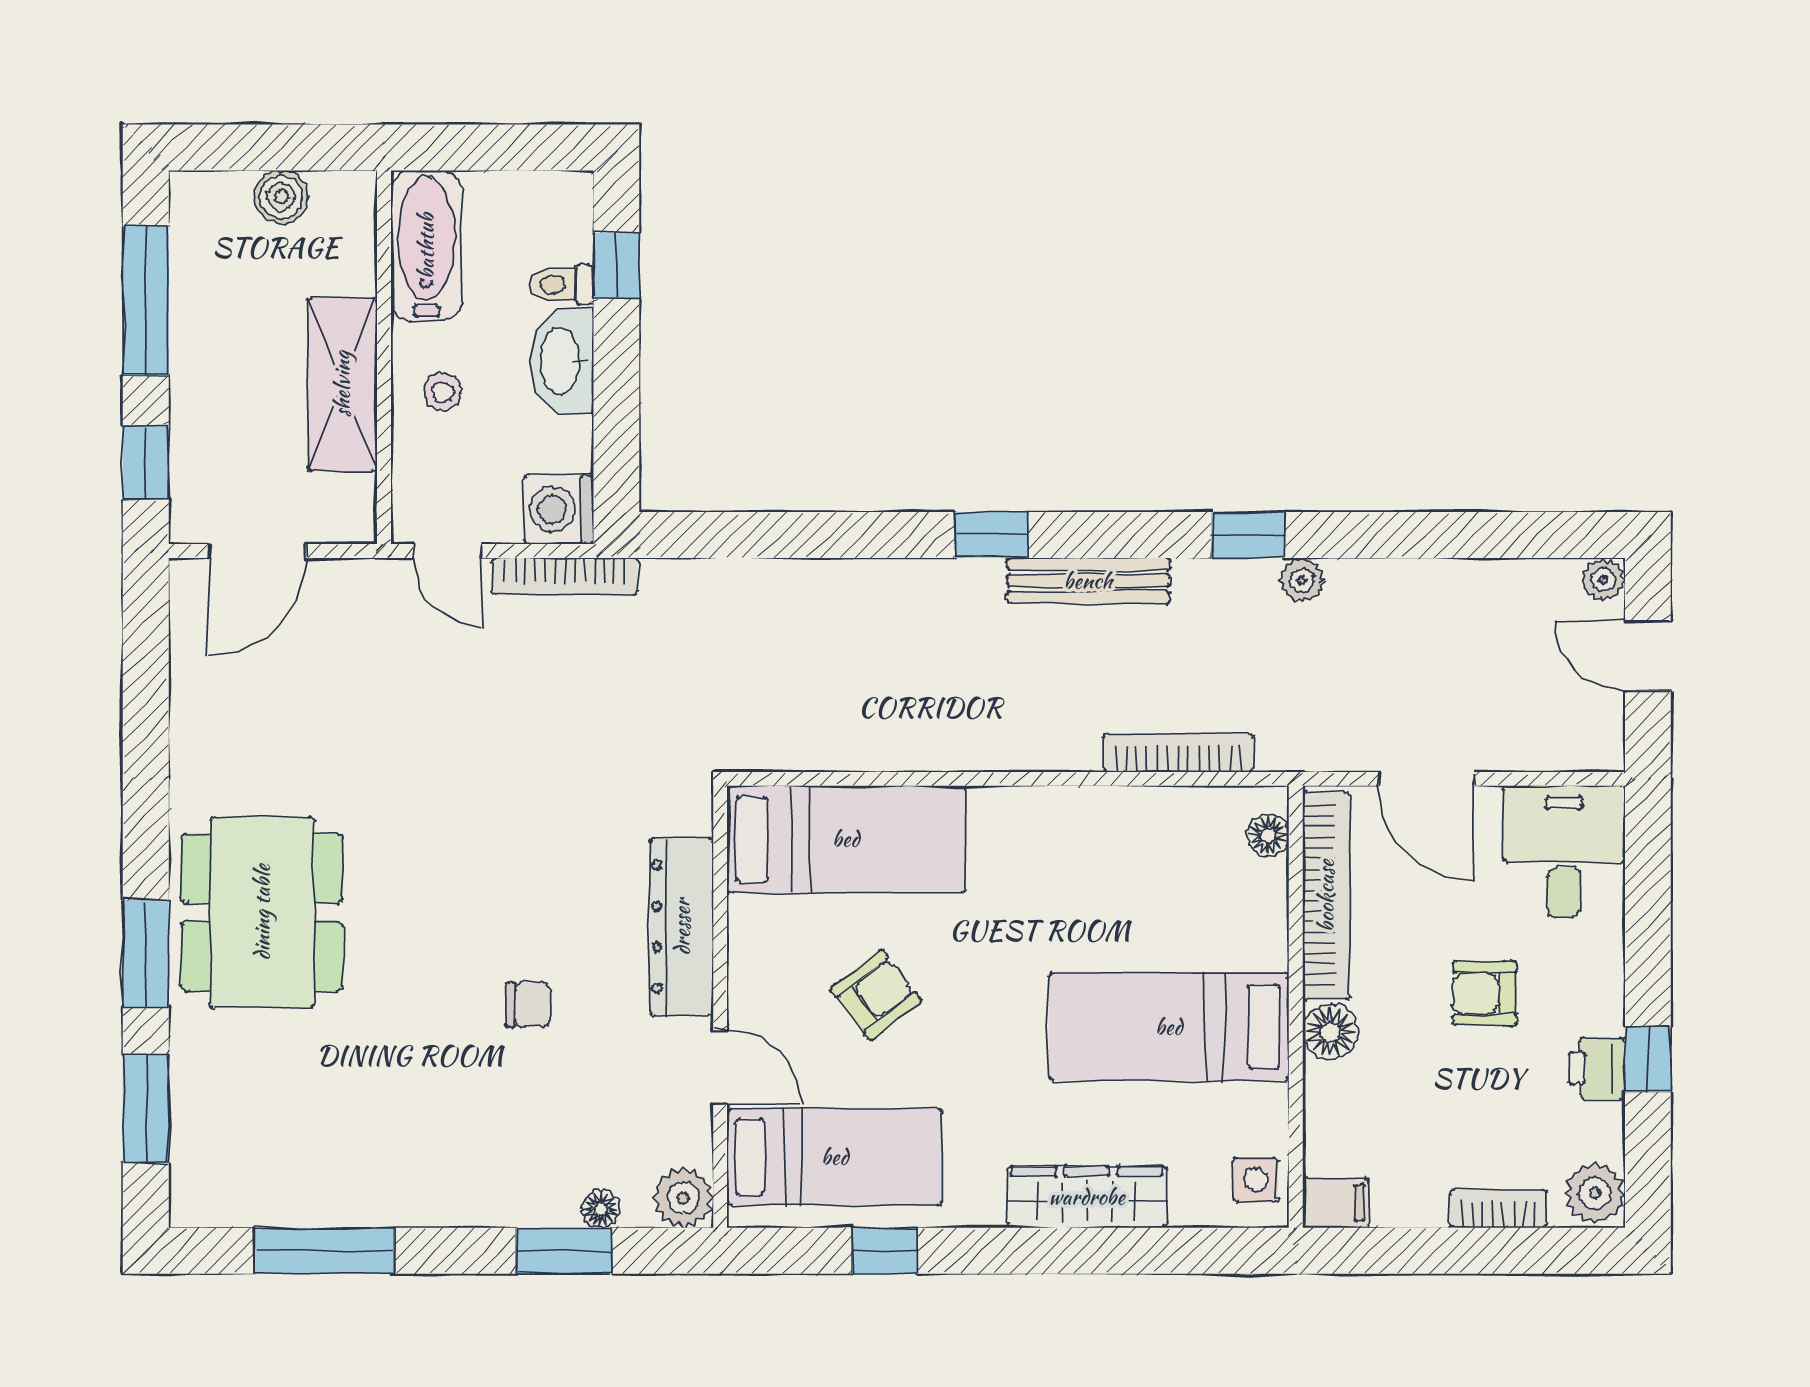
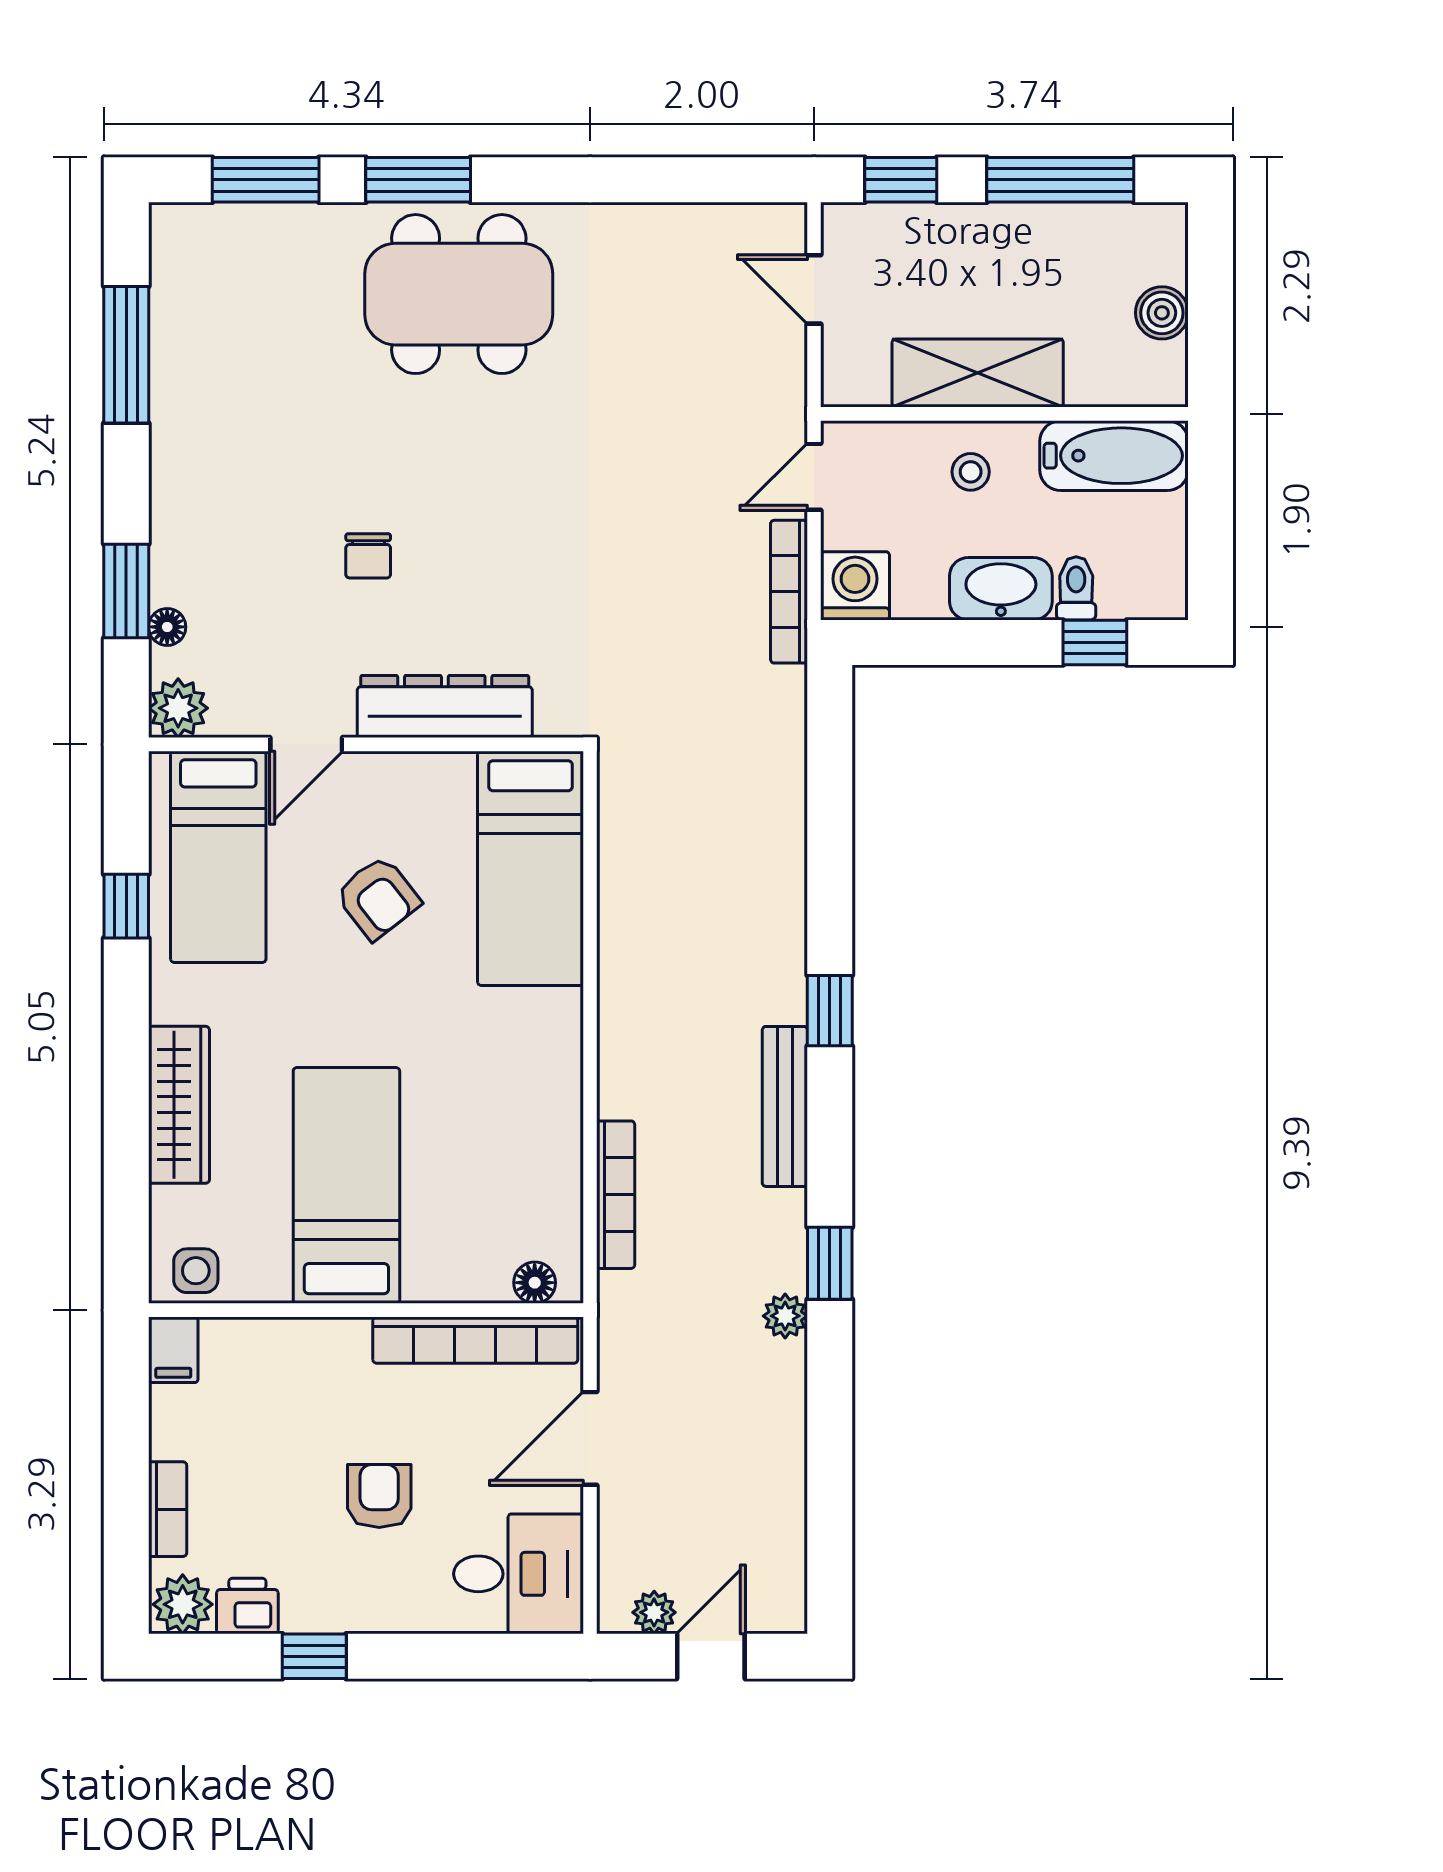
door: (257, 551) -> (814, 289), width x0.73
plant: (1603, 580) -> (654, 1612), moved
floor lamp: (1330, 1032) -> (341, 1344), removed
printer: (1597, 1068) -> (247, 1606), moved

